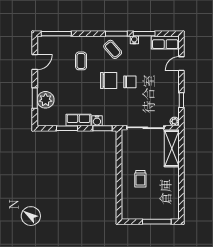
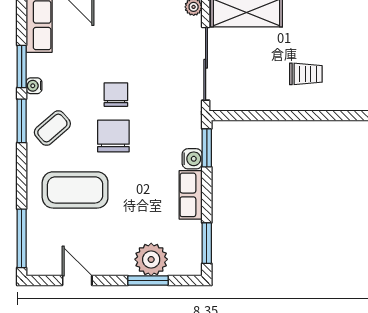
coffee table: (81, 61) -> (75, 190), width x1.86, depth x1.72
window: (67, 128) -> (207, 243), moved

